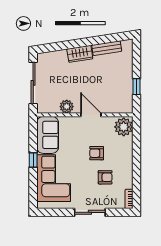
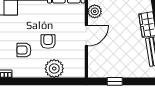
plant: (124, 127) -> (54, 68), moved
armchair: (105, 177) -> (24, 50), turned 90

